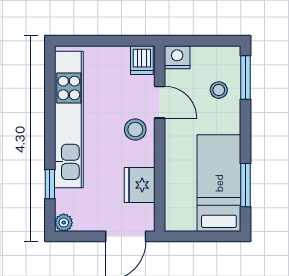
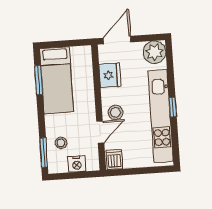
nightstand: (177, 57) -> (77, 164), moved
door: (160, 102) -> (100, 132), swing flipped
window: (50, 184) -> (173, 107), moved
plant: (64, 223) -> (154, 52), width x1.88, depth x1.88

